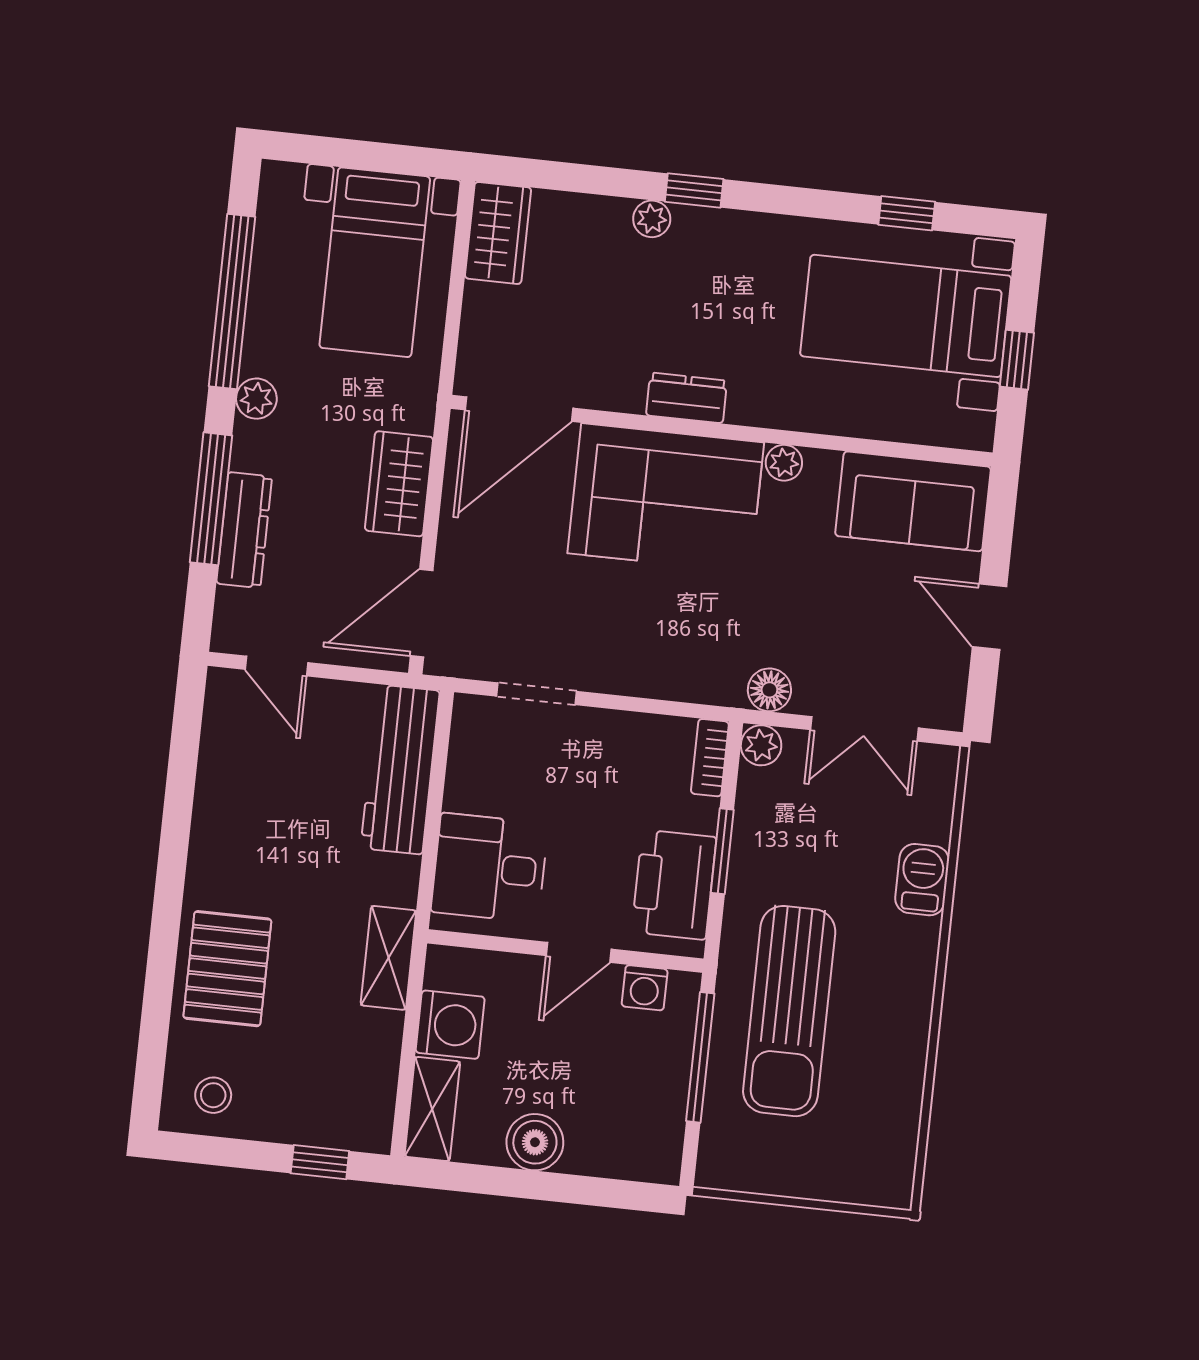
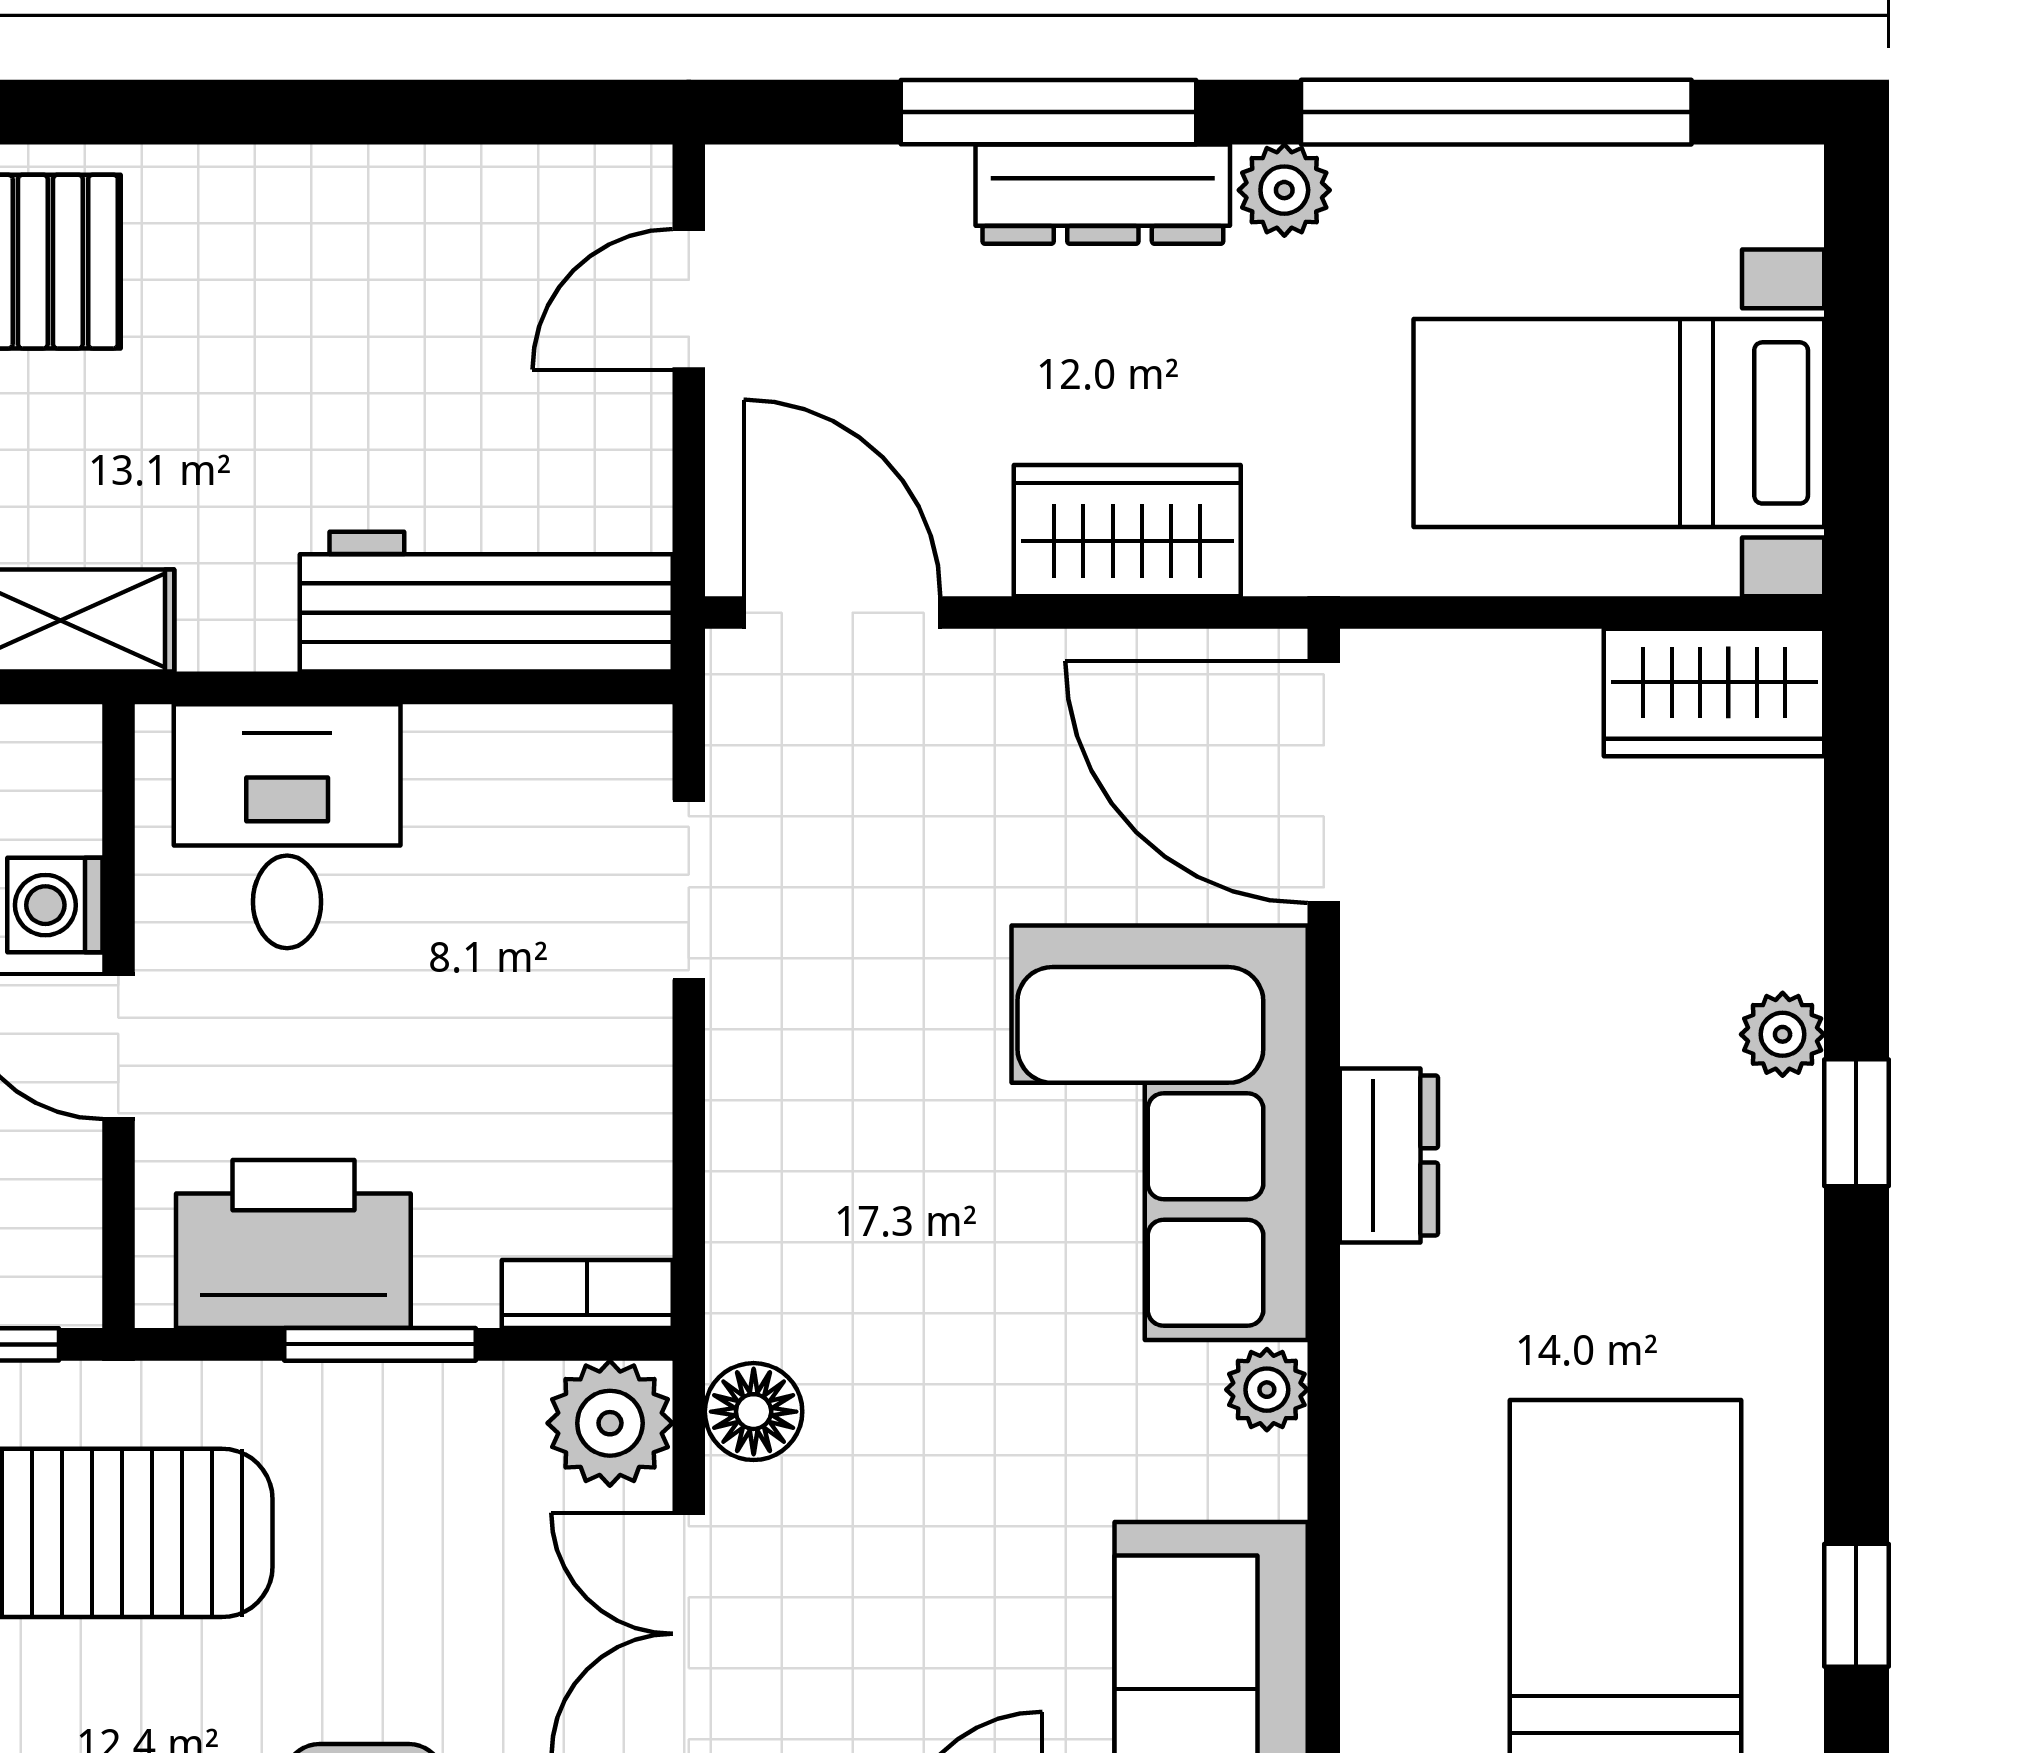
dresser: (244, 530) -> (1103, 194), moved
plant: (761, 745) -> (610, 1423), width x1.38, depth x1.38
washing machine: (645, 988) -> (55, 905), moved

